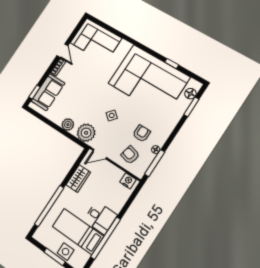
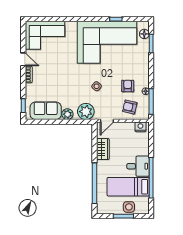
sofa: (48, 92) -> (46, 111), moved, turned -90

